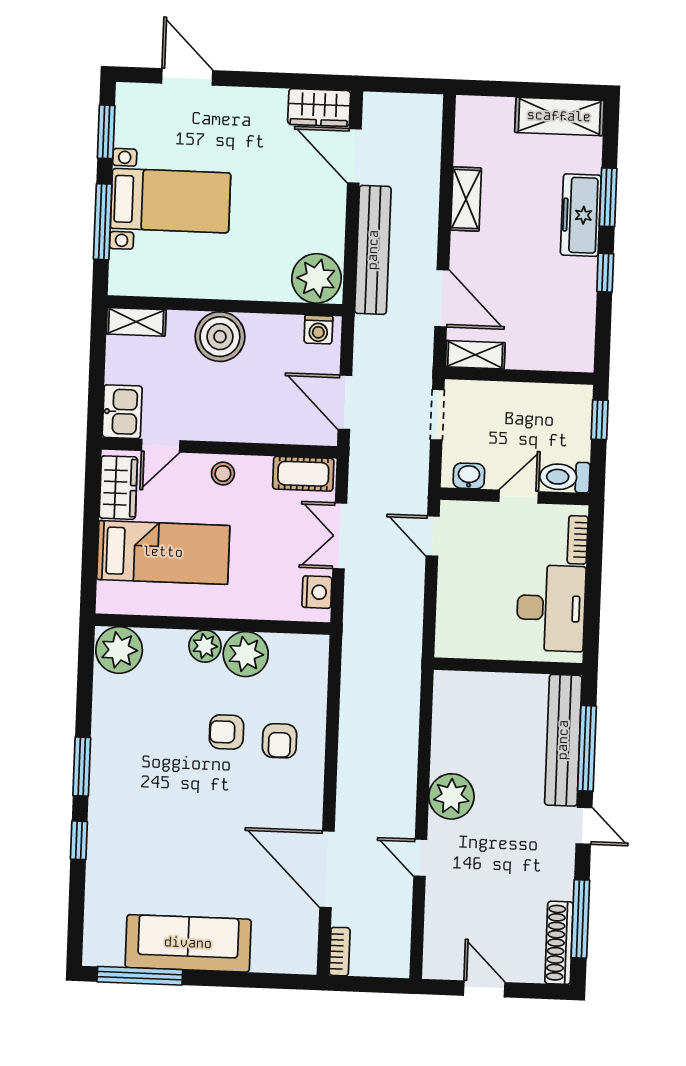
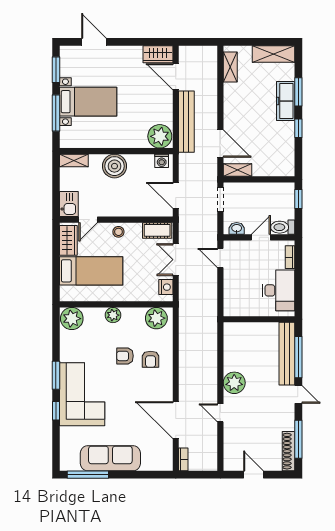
shelving: (466, 199) -> (230, 67), moved
plant: (246, 654) -> (156, 318), moved
corner sofa: (135, 808) -> (82, 394), added

